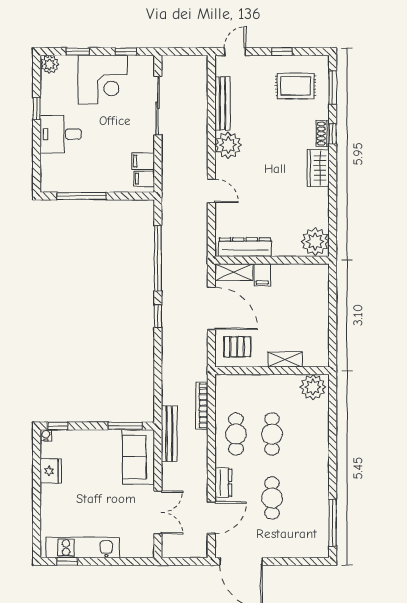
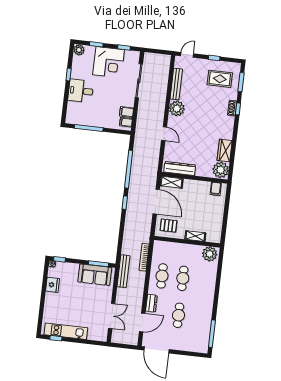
wardrobe: (318, 168) -> (225, 150), moved
filing cabinet: (262, 275) -> (216, 189), moved
sofa: (138, 457) -> (95, 275), moved, turned -90

